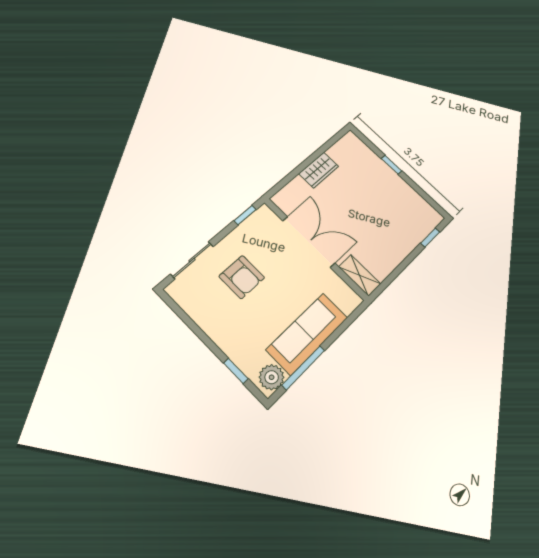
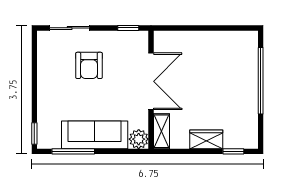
window: (392, 165) -> (261, 81), width x3.17
wardrobe: (319, 170) -> (206, 139), moved, turned 180
window: (236, 371) -> (34, 133), moved
plant: (272, 377) -> (139, 139), moved

